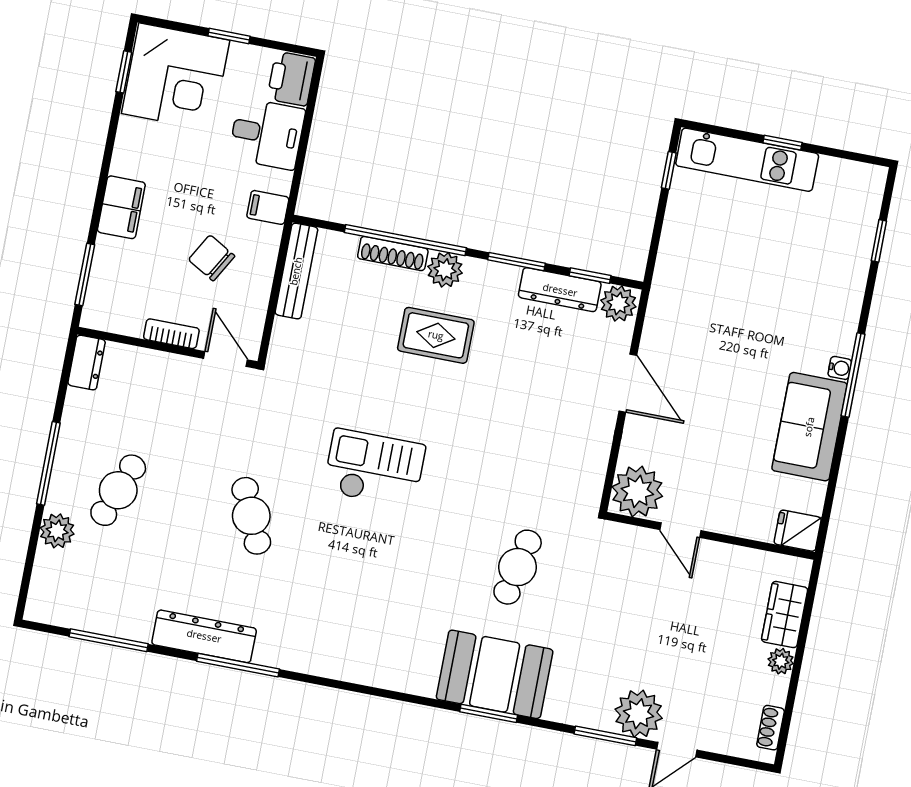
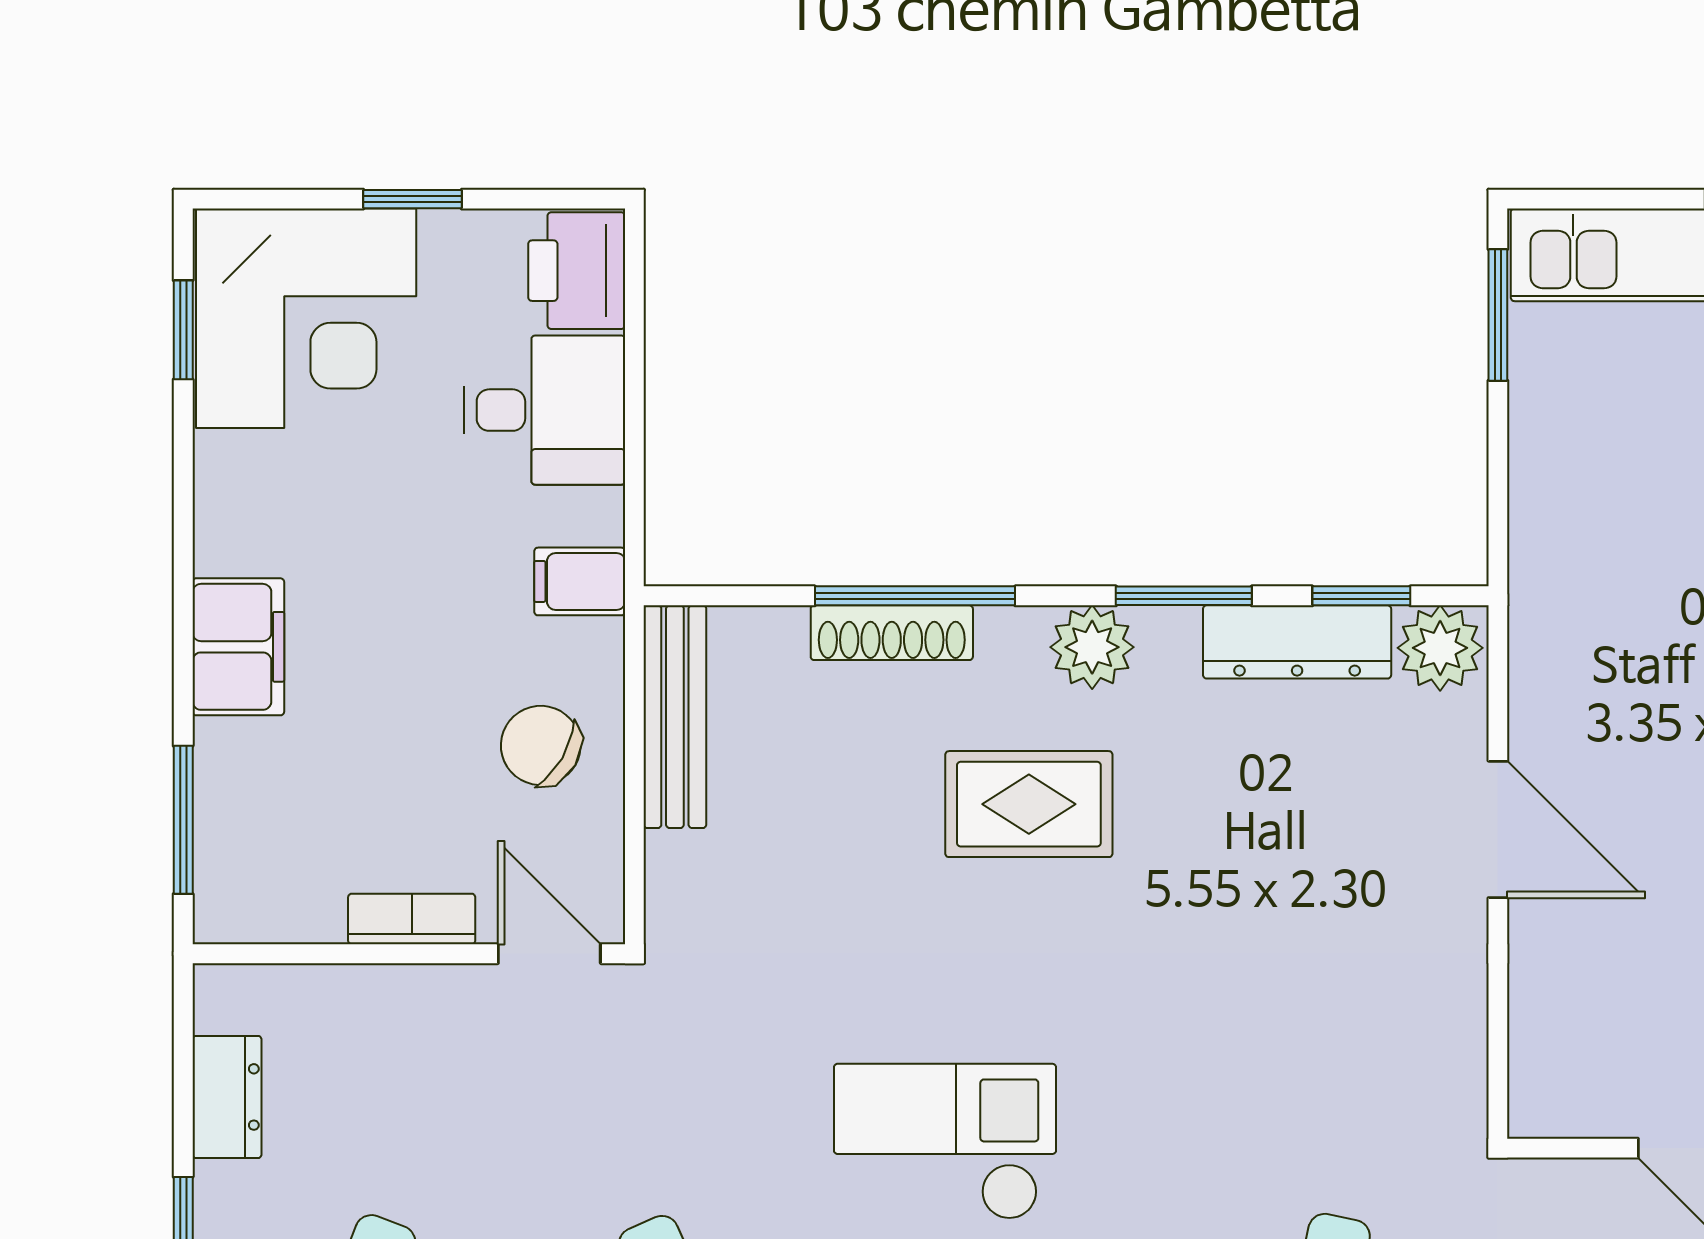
window: (669, 170) -> (1498, 315), width x1.50
window: (405, 240) -> (915, 596), width x0.68
chair: (212, 258) -> (541, 745), moved
plant: (445, 270) -> (1092, 647), moved
dresser: (87, 363) -> (227, 1097), moved
plant: (637, 491) -> (1569, 1077), removed

